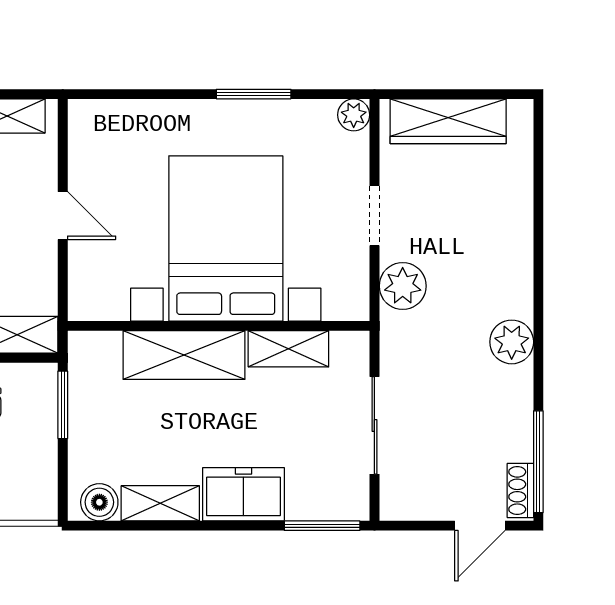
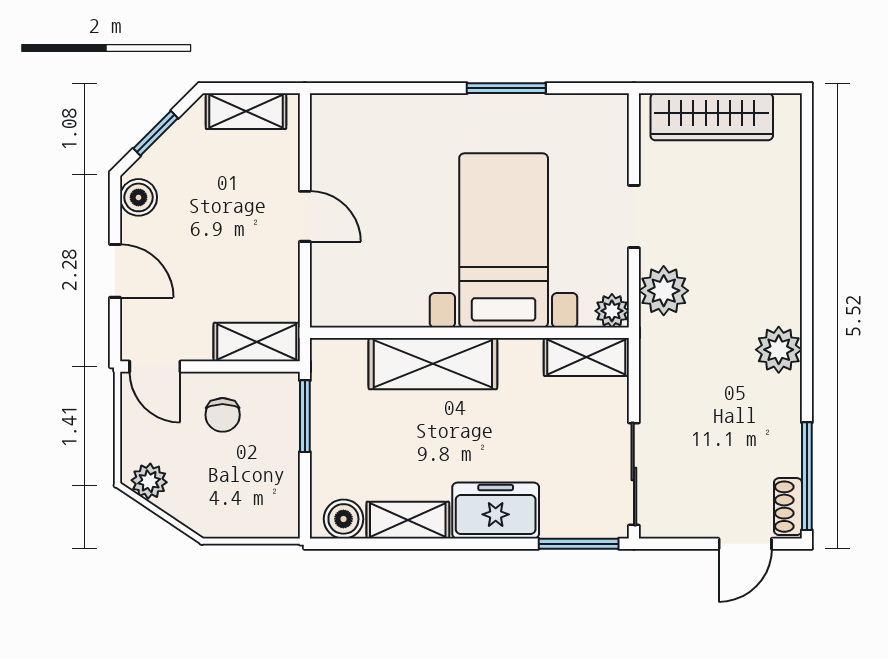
plant: (354, 115) -> (612, 311), moved
bed with nightstands: (226, 238) -> (504, 240), width x0.73
shelving: (288, 349) -> (586, 357), moved
sliding door: (374, 425) -> (634, 474), moved

